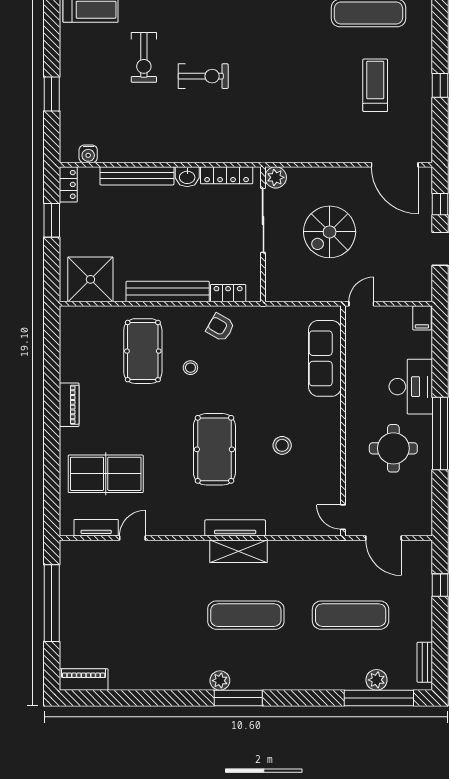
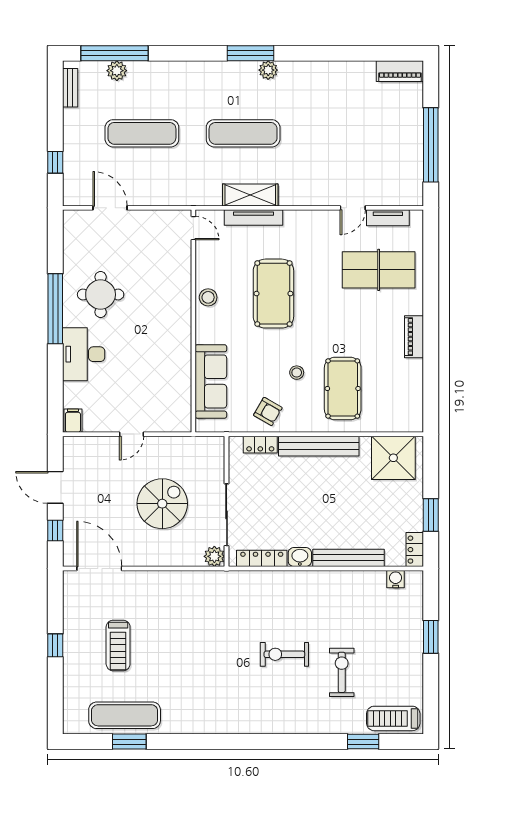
sofa: (325, 358) -> (211, 381), moved
wall: (343, 421) -> (193, 321), moved
door: (343, 517) -> (193, 228), moved

